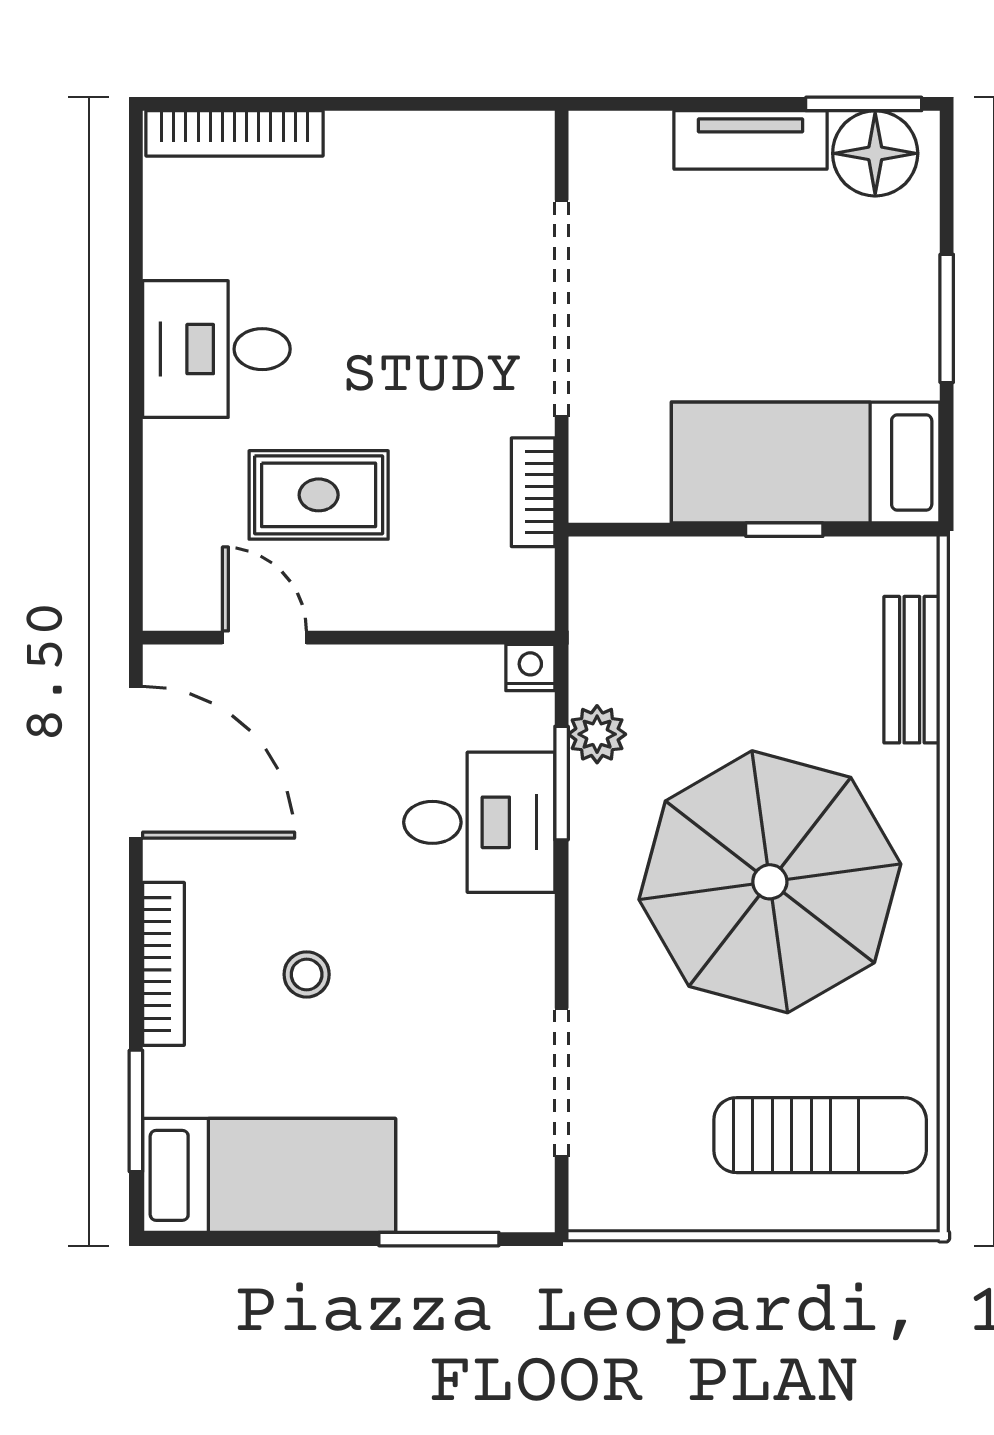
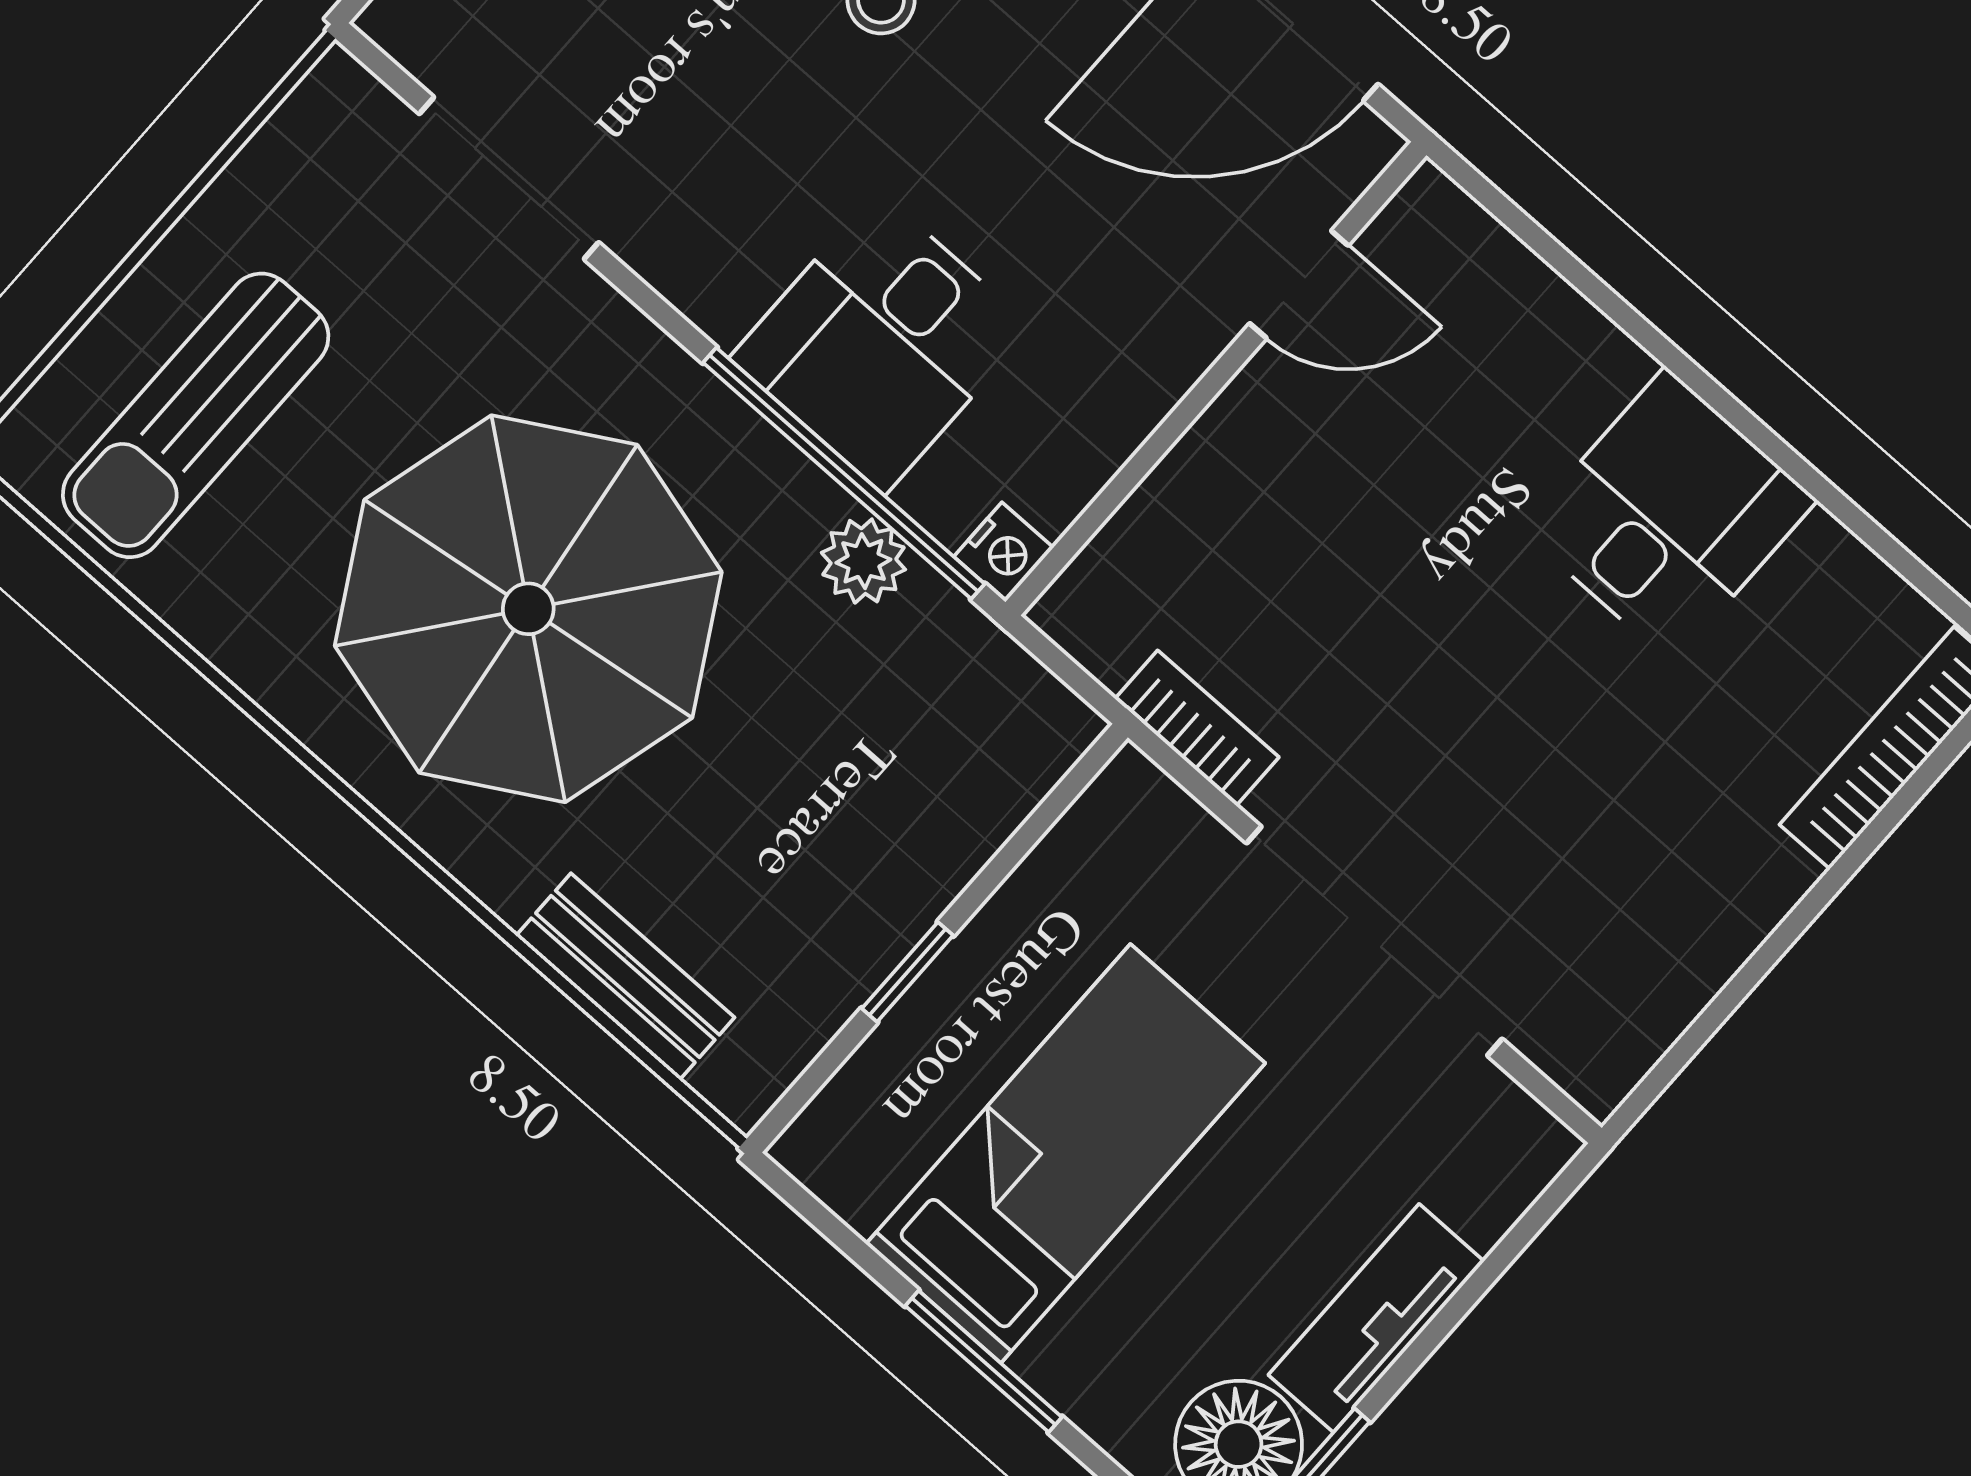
bed: (806, 462) -> (1066, 1154), moved
rug: (319, 495) -> (1405, 486), removed
window: (562, 783) -> (844, 473), width x2.11

